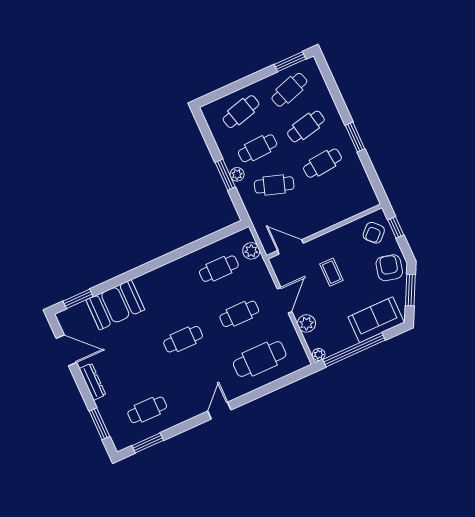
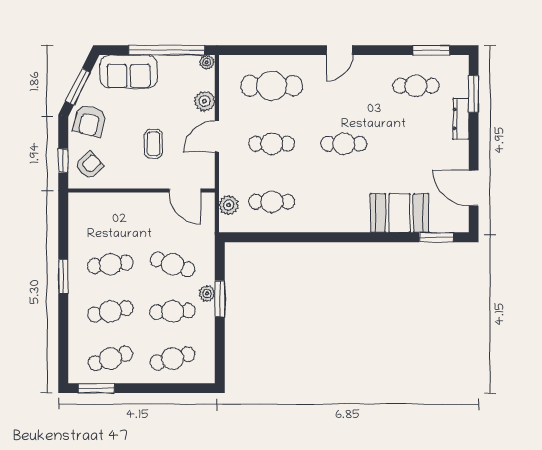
dresser: (92, 382) -> (461, 119), moved

